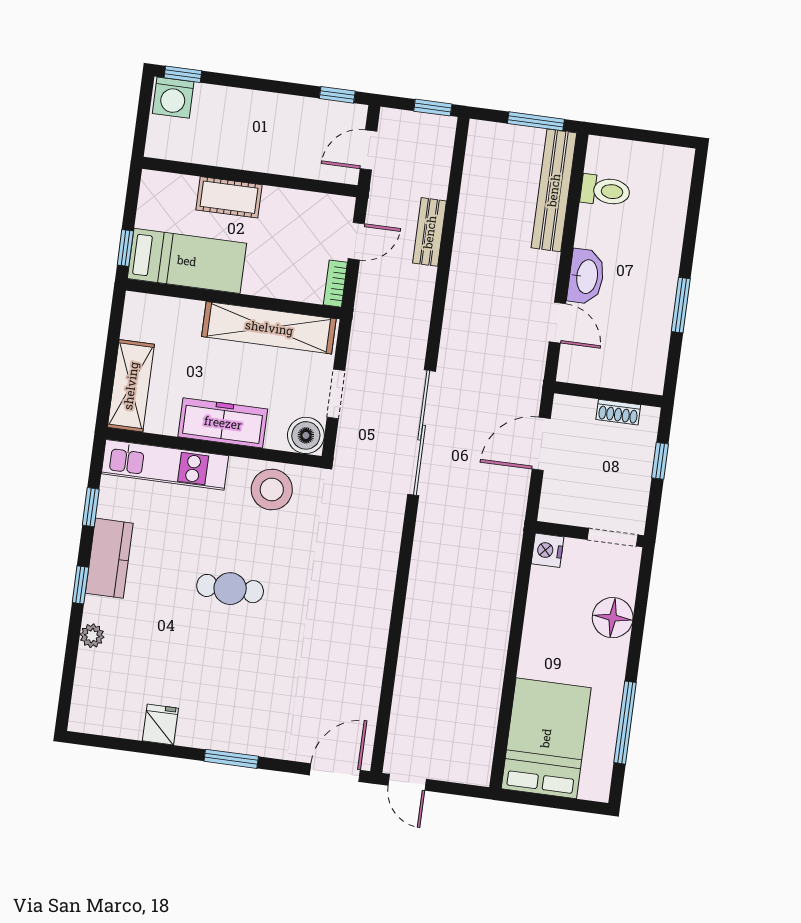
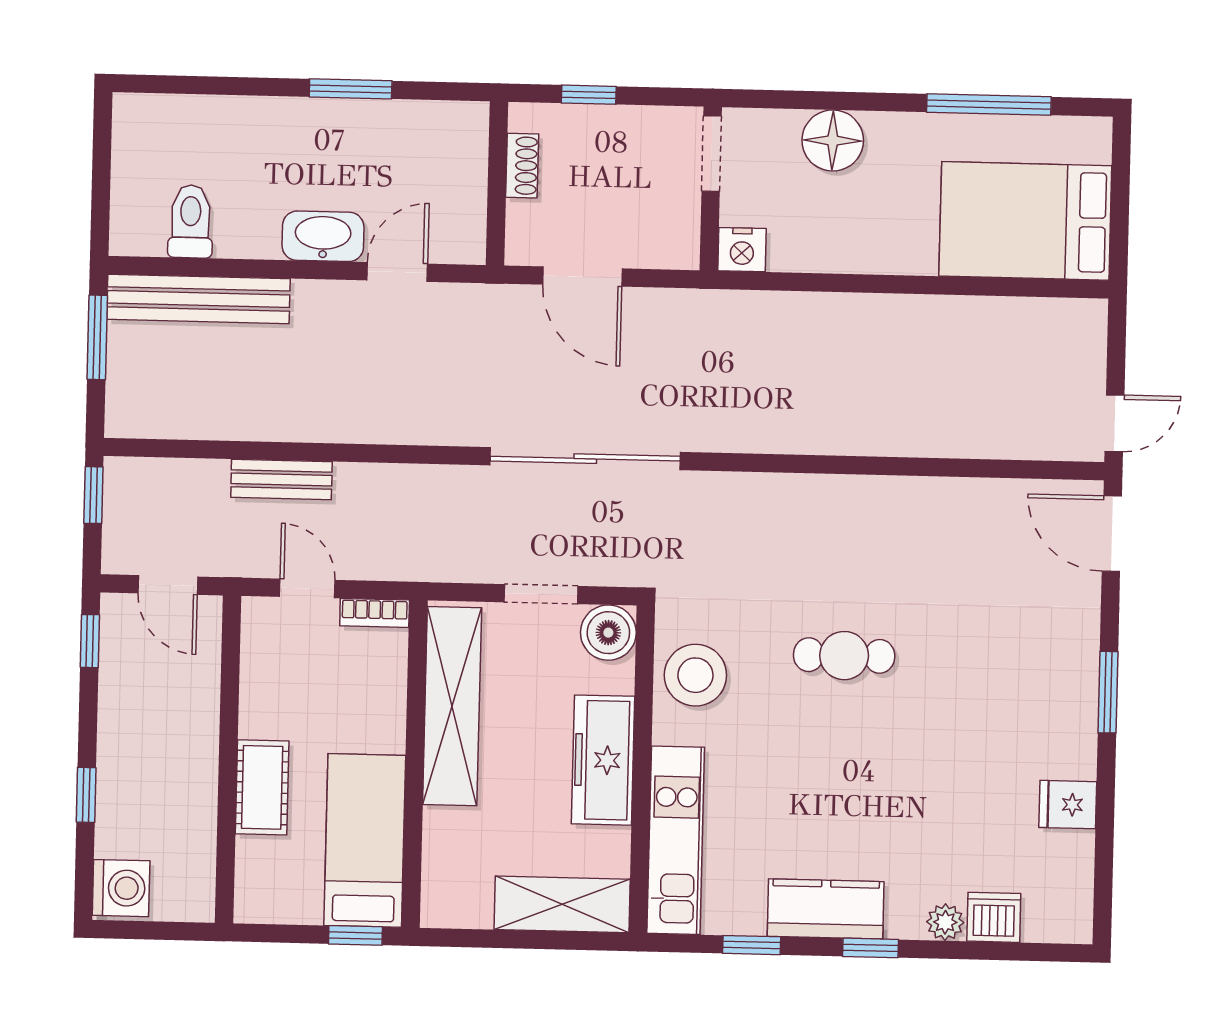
window: (183, 74) -> (86, 795), moved
cafe table: (230, 589) -> (844, 656), moved, turned 90
dishwasher: (92, 668) -> (994, 917), added

